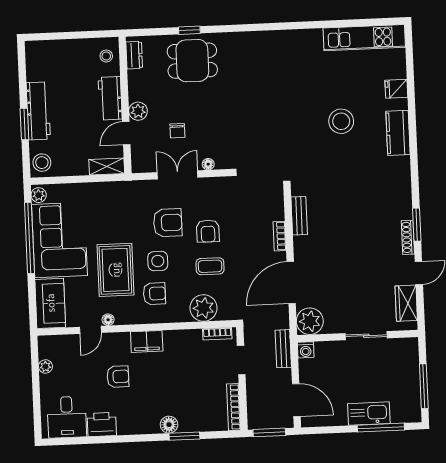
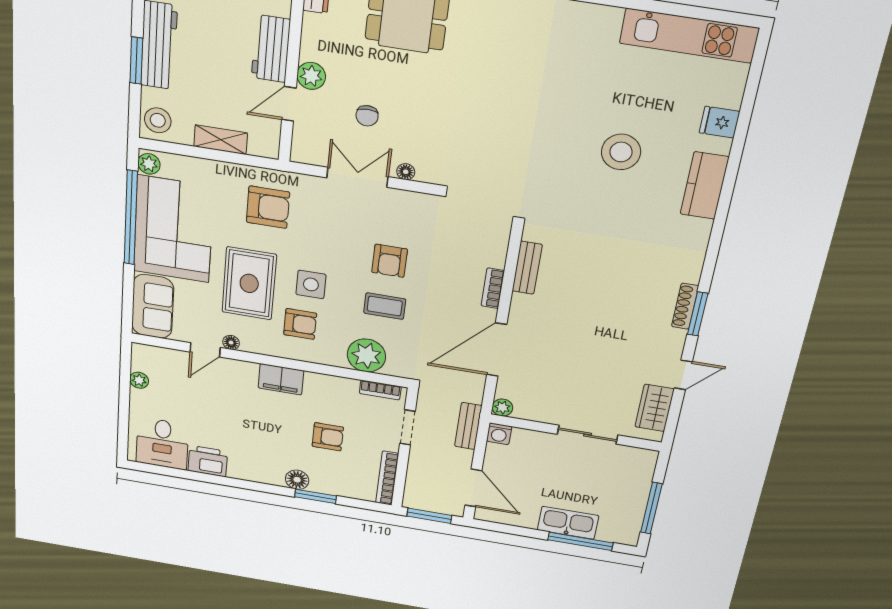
shelving: (107, 167) -> (221, 140), moved
armchair: (168, 223) -> (268, 207), moved
shoe rack: (408, 237) -> (685, 306), moved
plant: (310, 321) -> (502, 407), width x0.53, depth x0.53
armchair: (118, 377) -> (328, 437), moved

